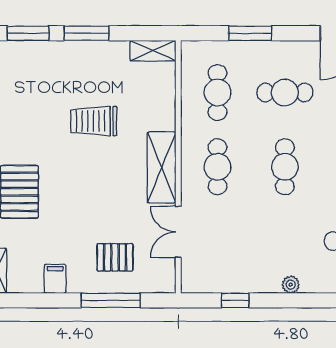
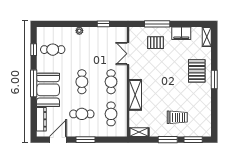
window: (250, 33) -> (86, 140), moved
trolley: (94, 121) -> (177, 117), moved
shelving: (162, 167) -> (135, 95), moved
double door: (178, 232) -> (128, 54), swing flipped
filing cabinet: (55, 279) -> (181, 33), width x2.00

